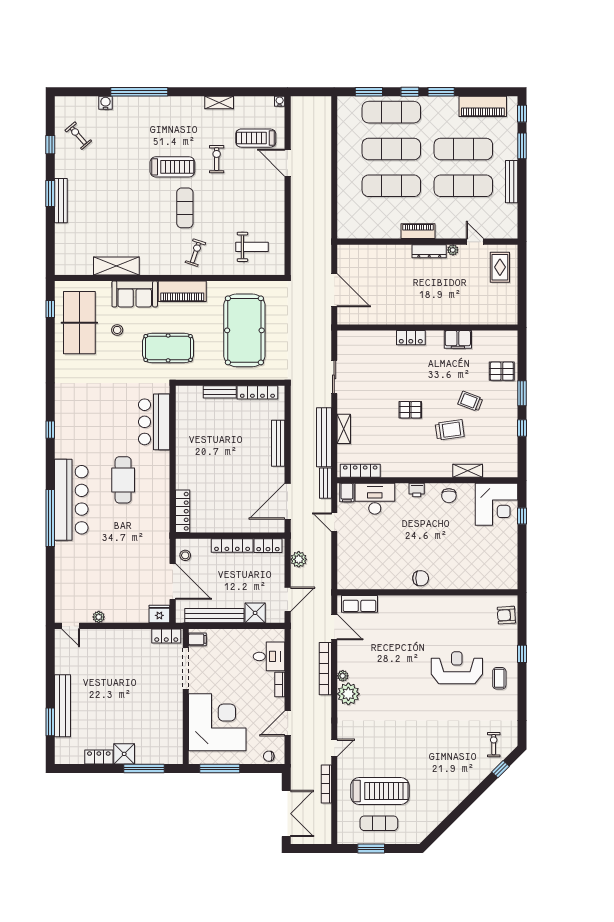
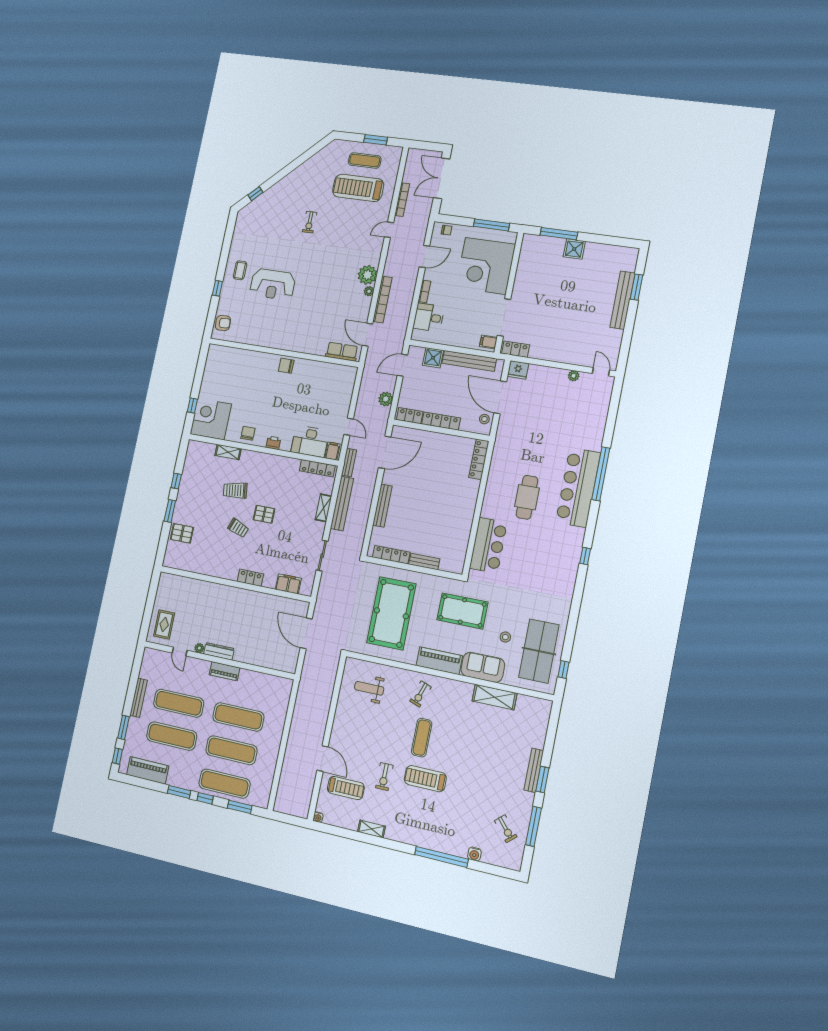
window: (50, 145) -> (533, 826), width x2.17
filing cabinet: (458, 339) -> (288, 584), moved
trolley: (470, 401) -> (238, 528), moved
exercise bike: (494, 745) -> (310, 222), moved
locker: (99, 757) -> (598, 249), removed

